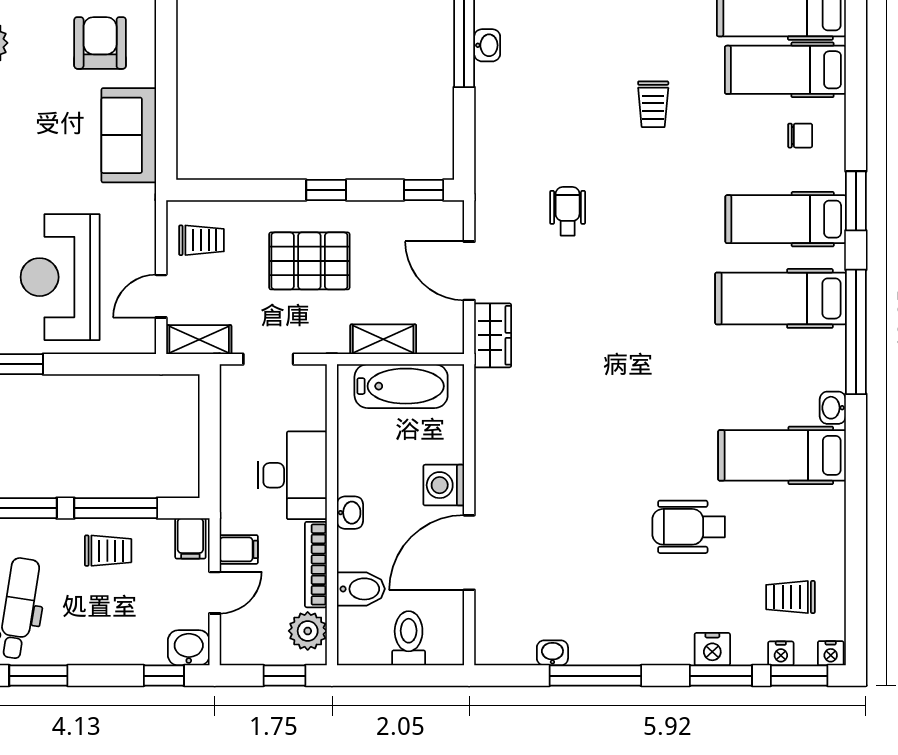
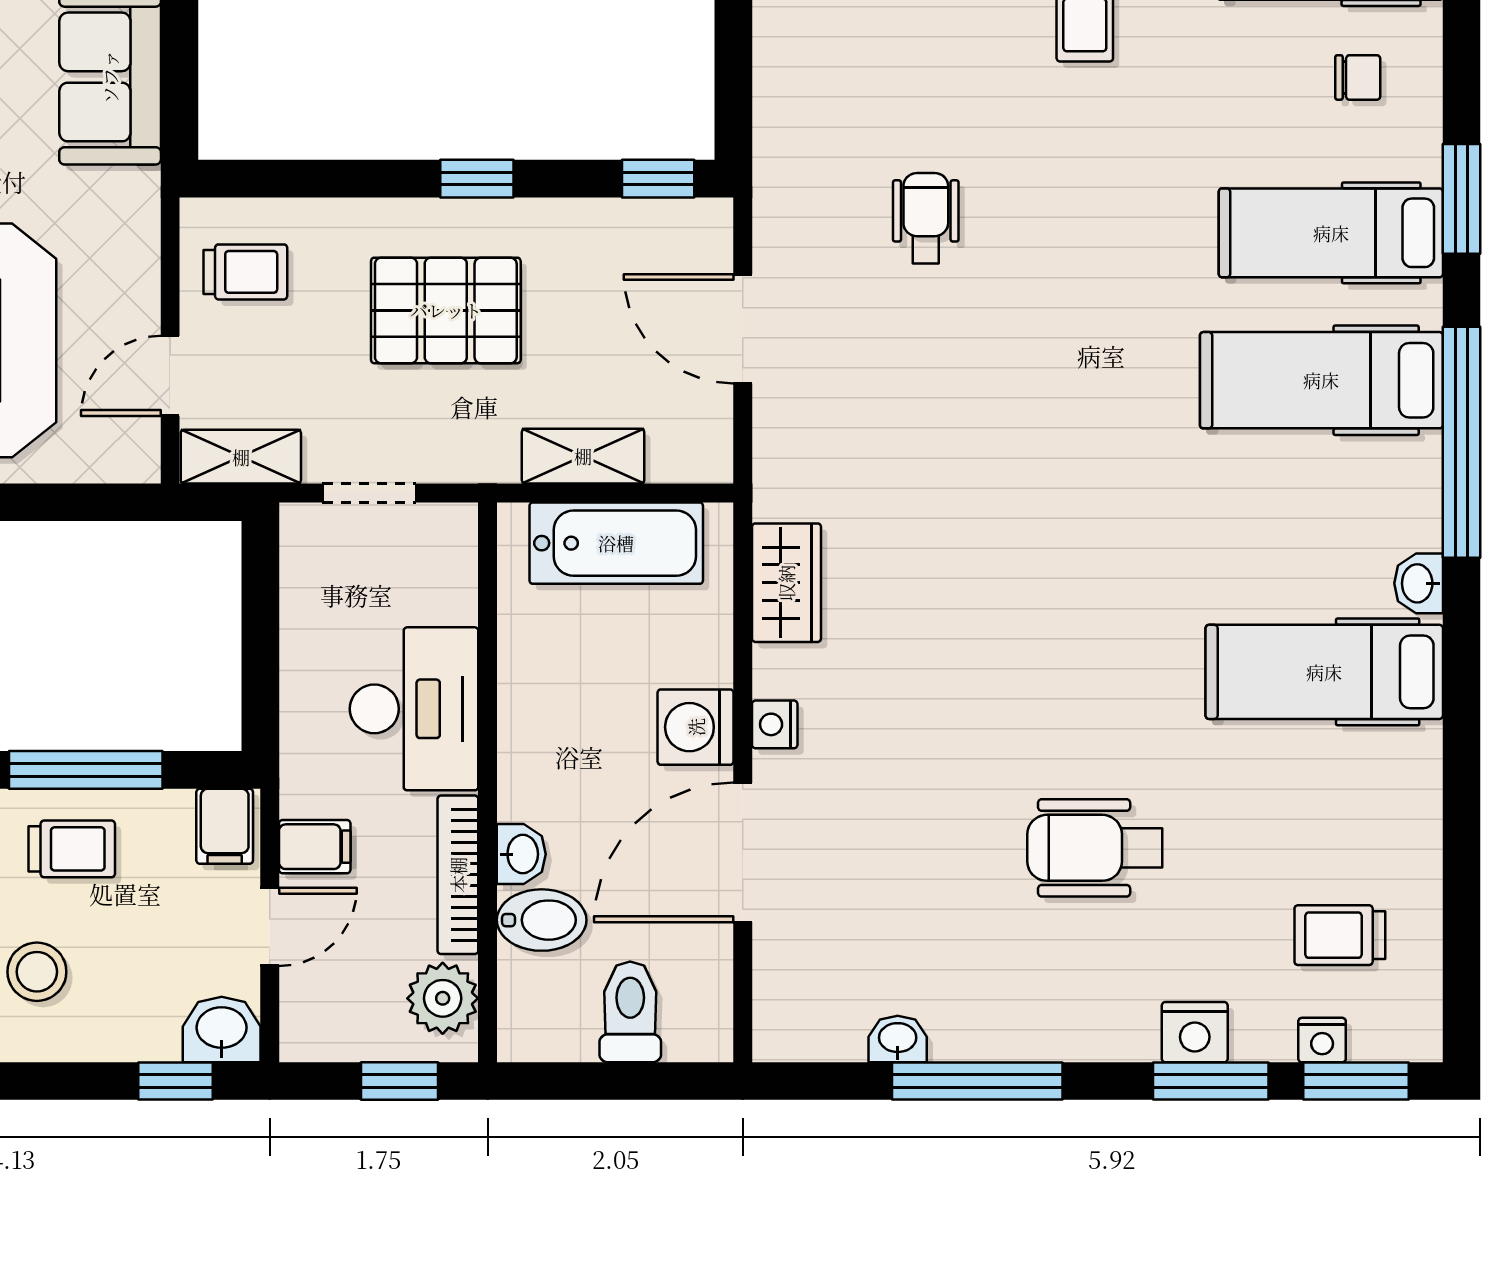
wardrobe: (493, 335) -> (786, 583), moved
washbasin: (350, 513) -> (521, 854), moved
wheelchair: (689, 527) -> (1095, 848), moved
stool: (89, 617) -> (37, 972), added
nightstand: (831, 653) -> (775, 724), moved, turned 90

